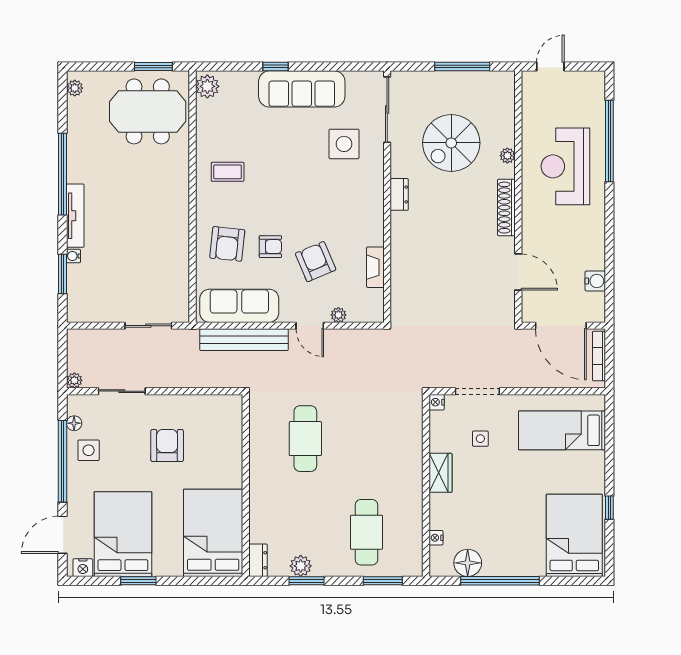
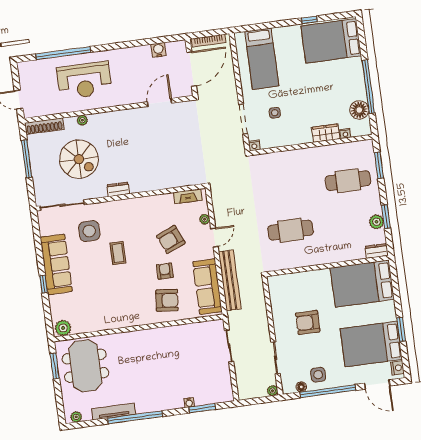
coffee table: (228, 172) -> (118, 253), moved
shoe rack: (506, 208) -> (44, 126), moved
tv unit: (75, 216) -> (114, 412), moved
fireplace: (375, 267) -> (188, 196), moved
wardrobe: (440, 473) -> (326, 133), moved

